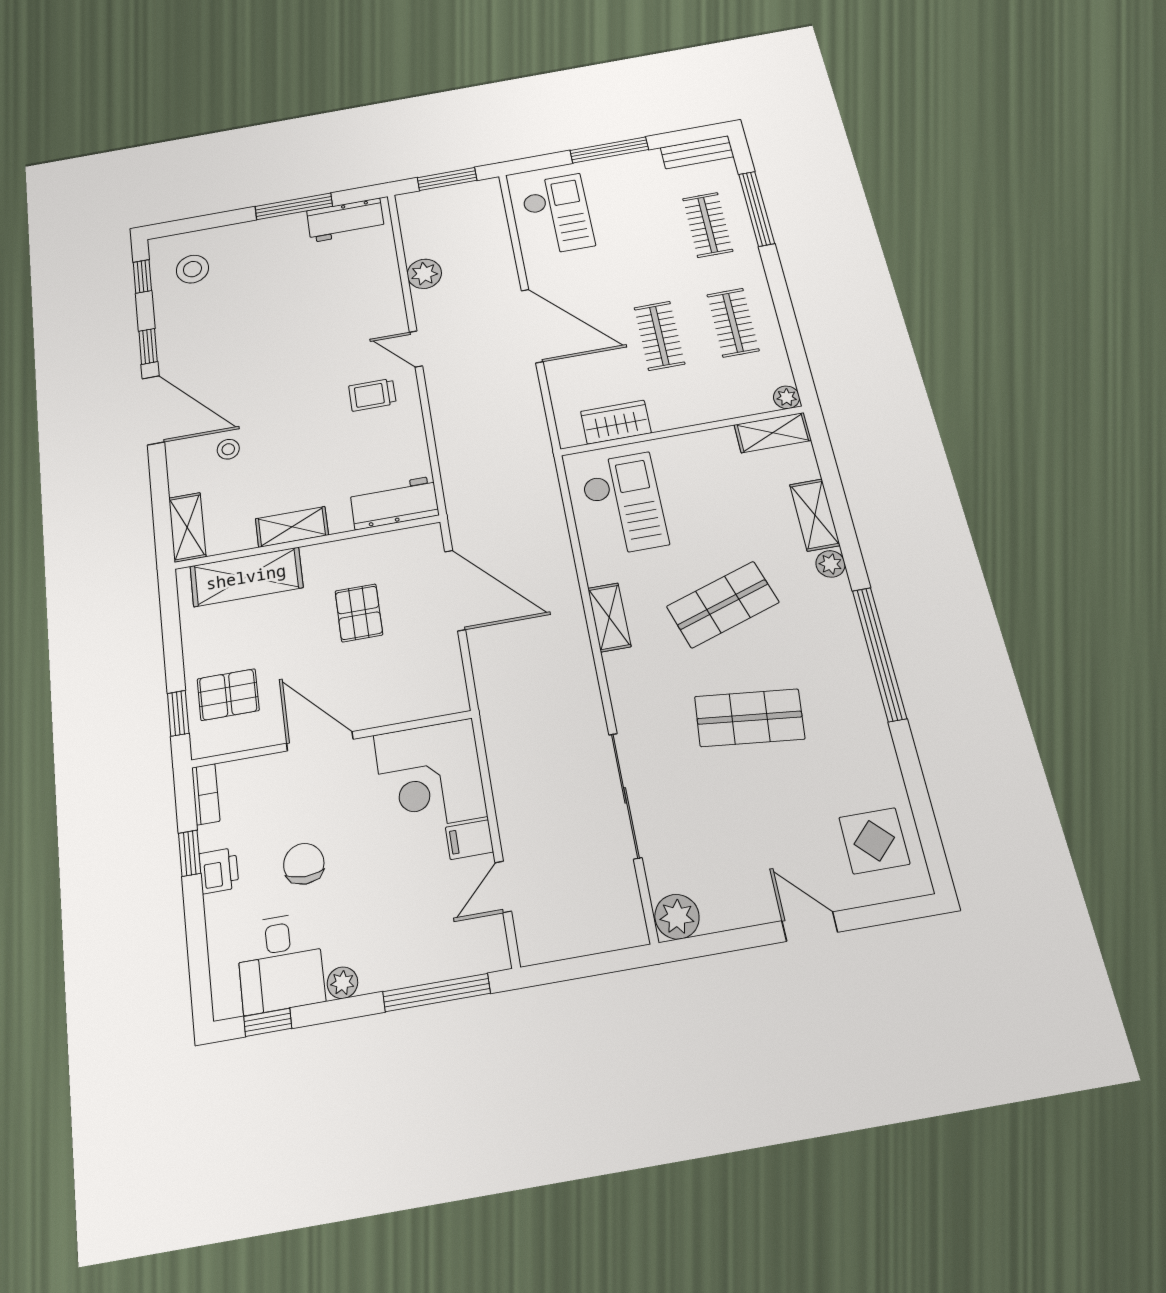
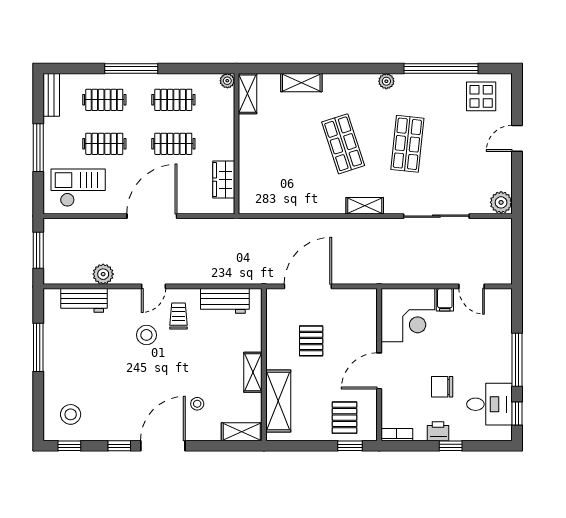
window: (757, 209) -> (131, 69), moved
workbench: (345, 220) -> (84, 300), moved, turned 90
clothes rail: (636, 238) -> (104, 144), added
stool: (334, 353) -> (146, 335), added
trolley: (372, 395) -> (179, 316), turned 180
workbench: (394, 503) -> (225, 301), moved, turned -90
checkout: (624, 504) -> (275, 185), removed
plant: (831, 564) -> (386, 81), moved
pallet: (359, 613) -> (311, 341), turned 90
shelving: (609, 617) -> (365, 206), moved
window: (879, 654) -> (441, 69), moved
window: (190, 853) -> (451, 446), moved
plant: (342, 983) -> (504, 374), removed
window: (436, 993) -> (517, 360), moved

